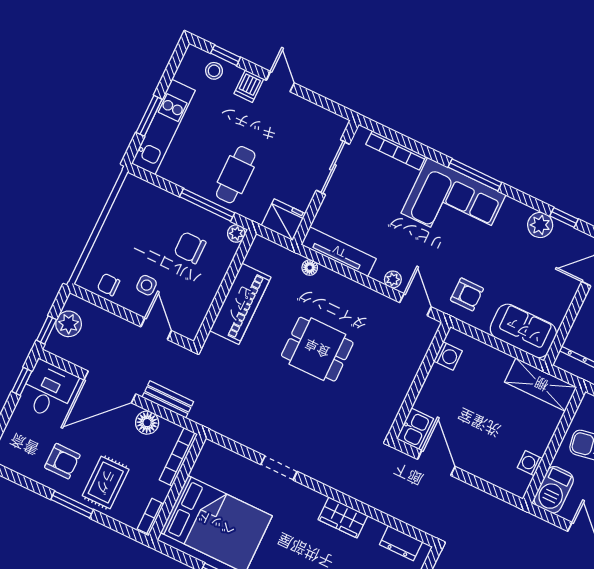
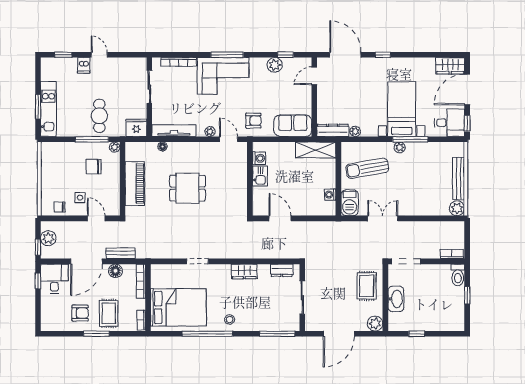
stool: (214, 71) -> (61, 66), removed
kitchen sink: (415, 429) -> (260, 176), moved

